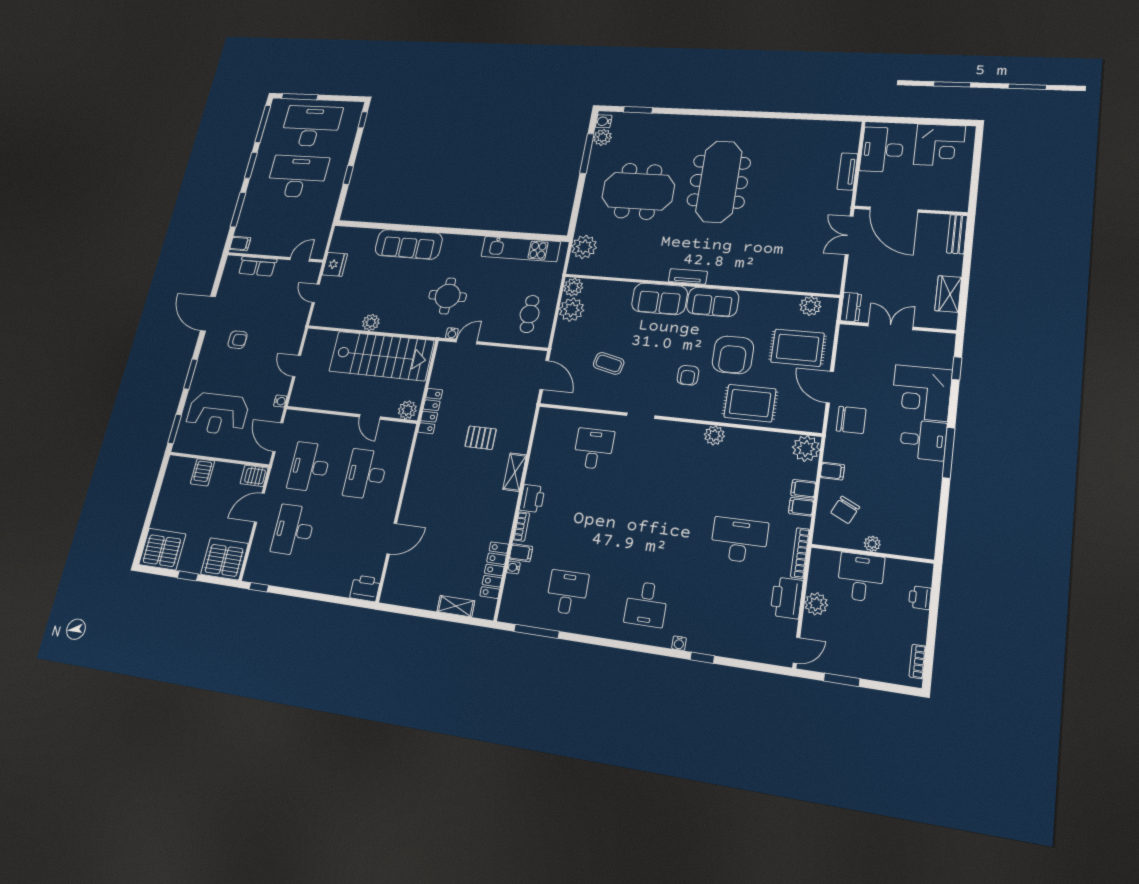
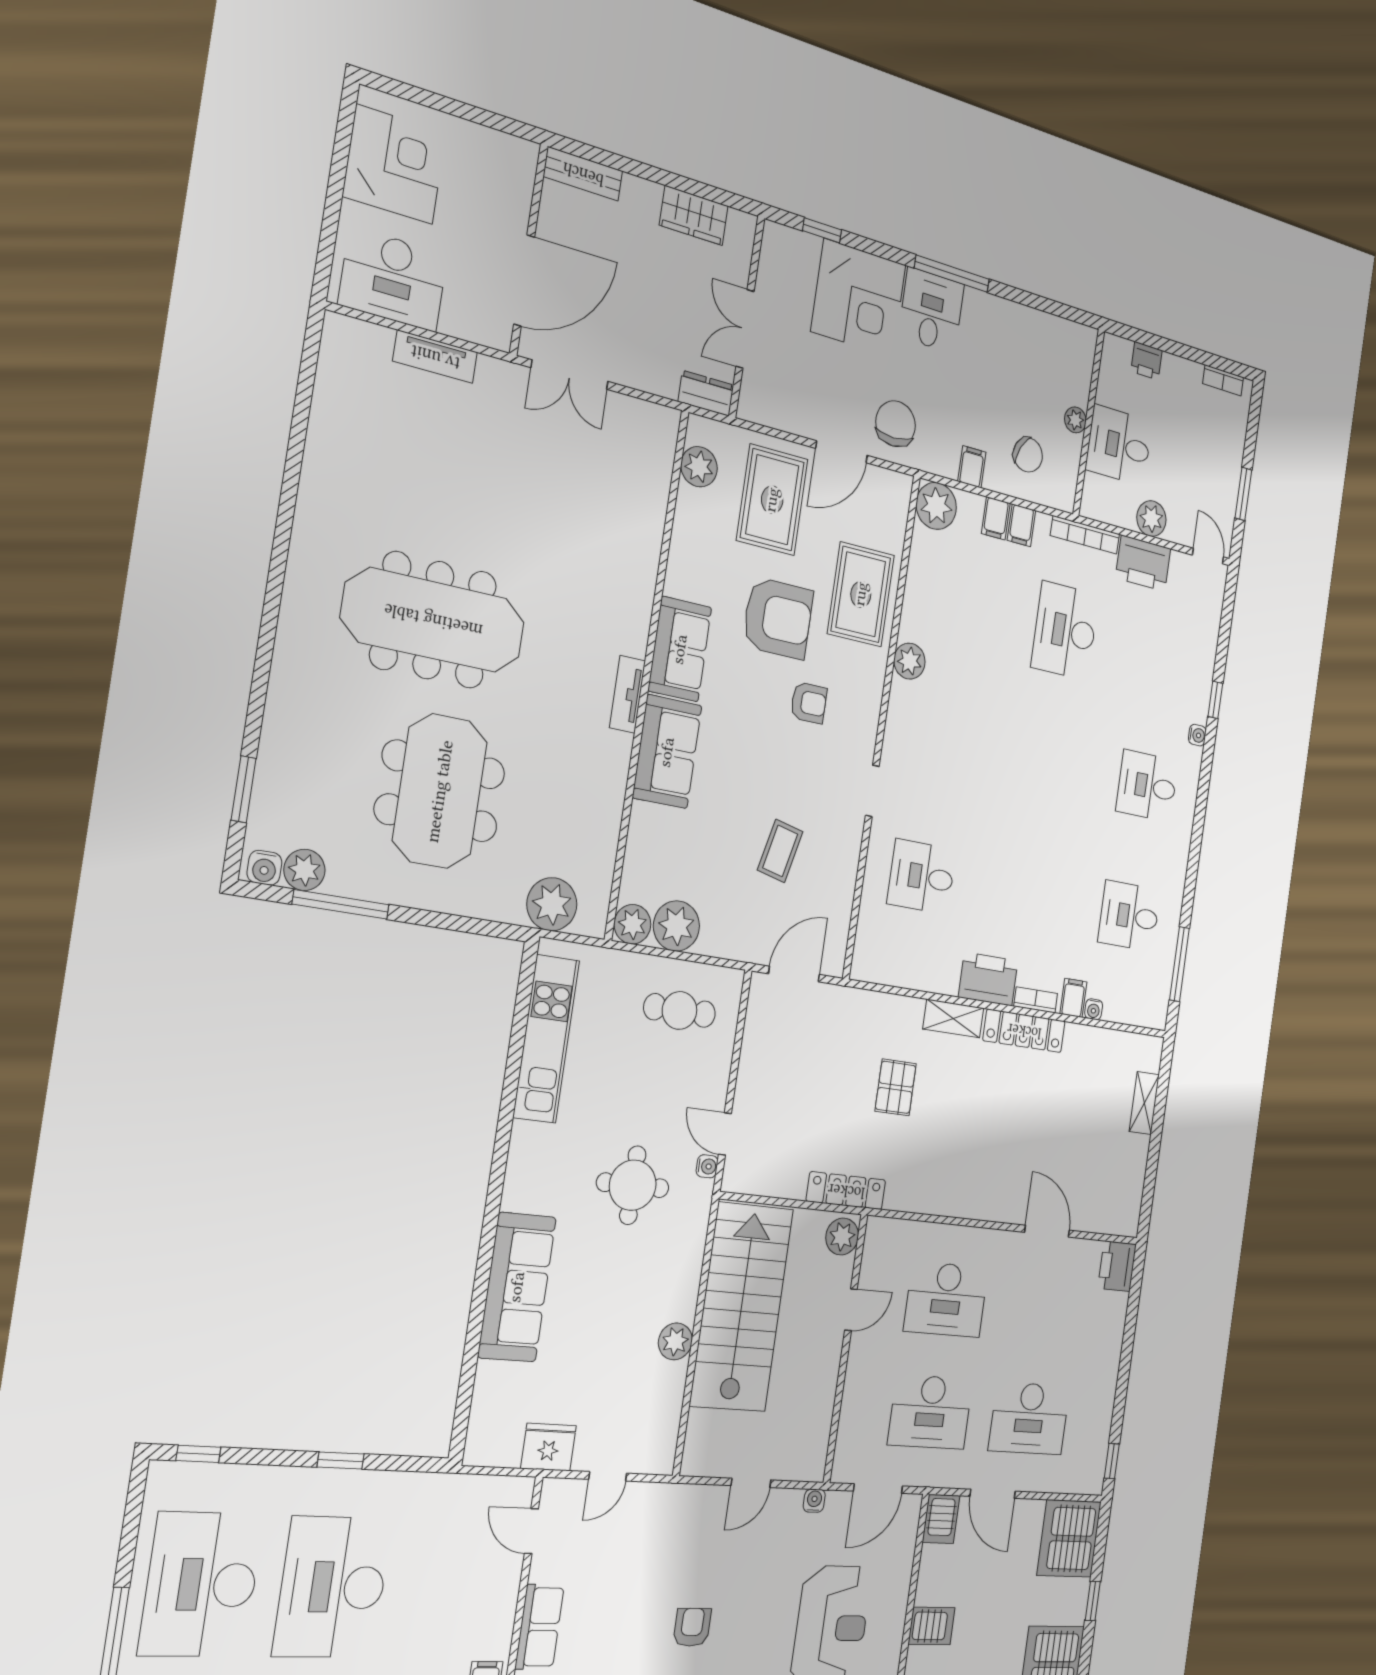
printer: (532, 499) -> (988, 979), width x1.37, depth x1.19
locker: (494, 570) -> (1024, 1031), moved
desk: (646, 604) -> (1147, 786), turned 180

